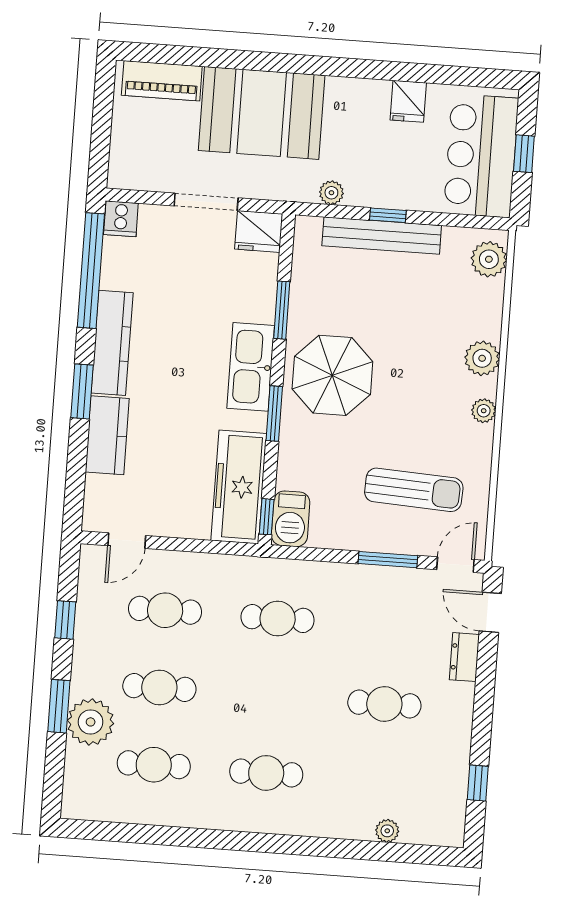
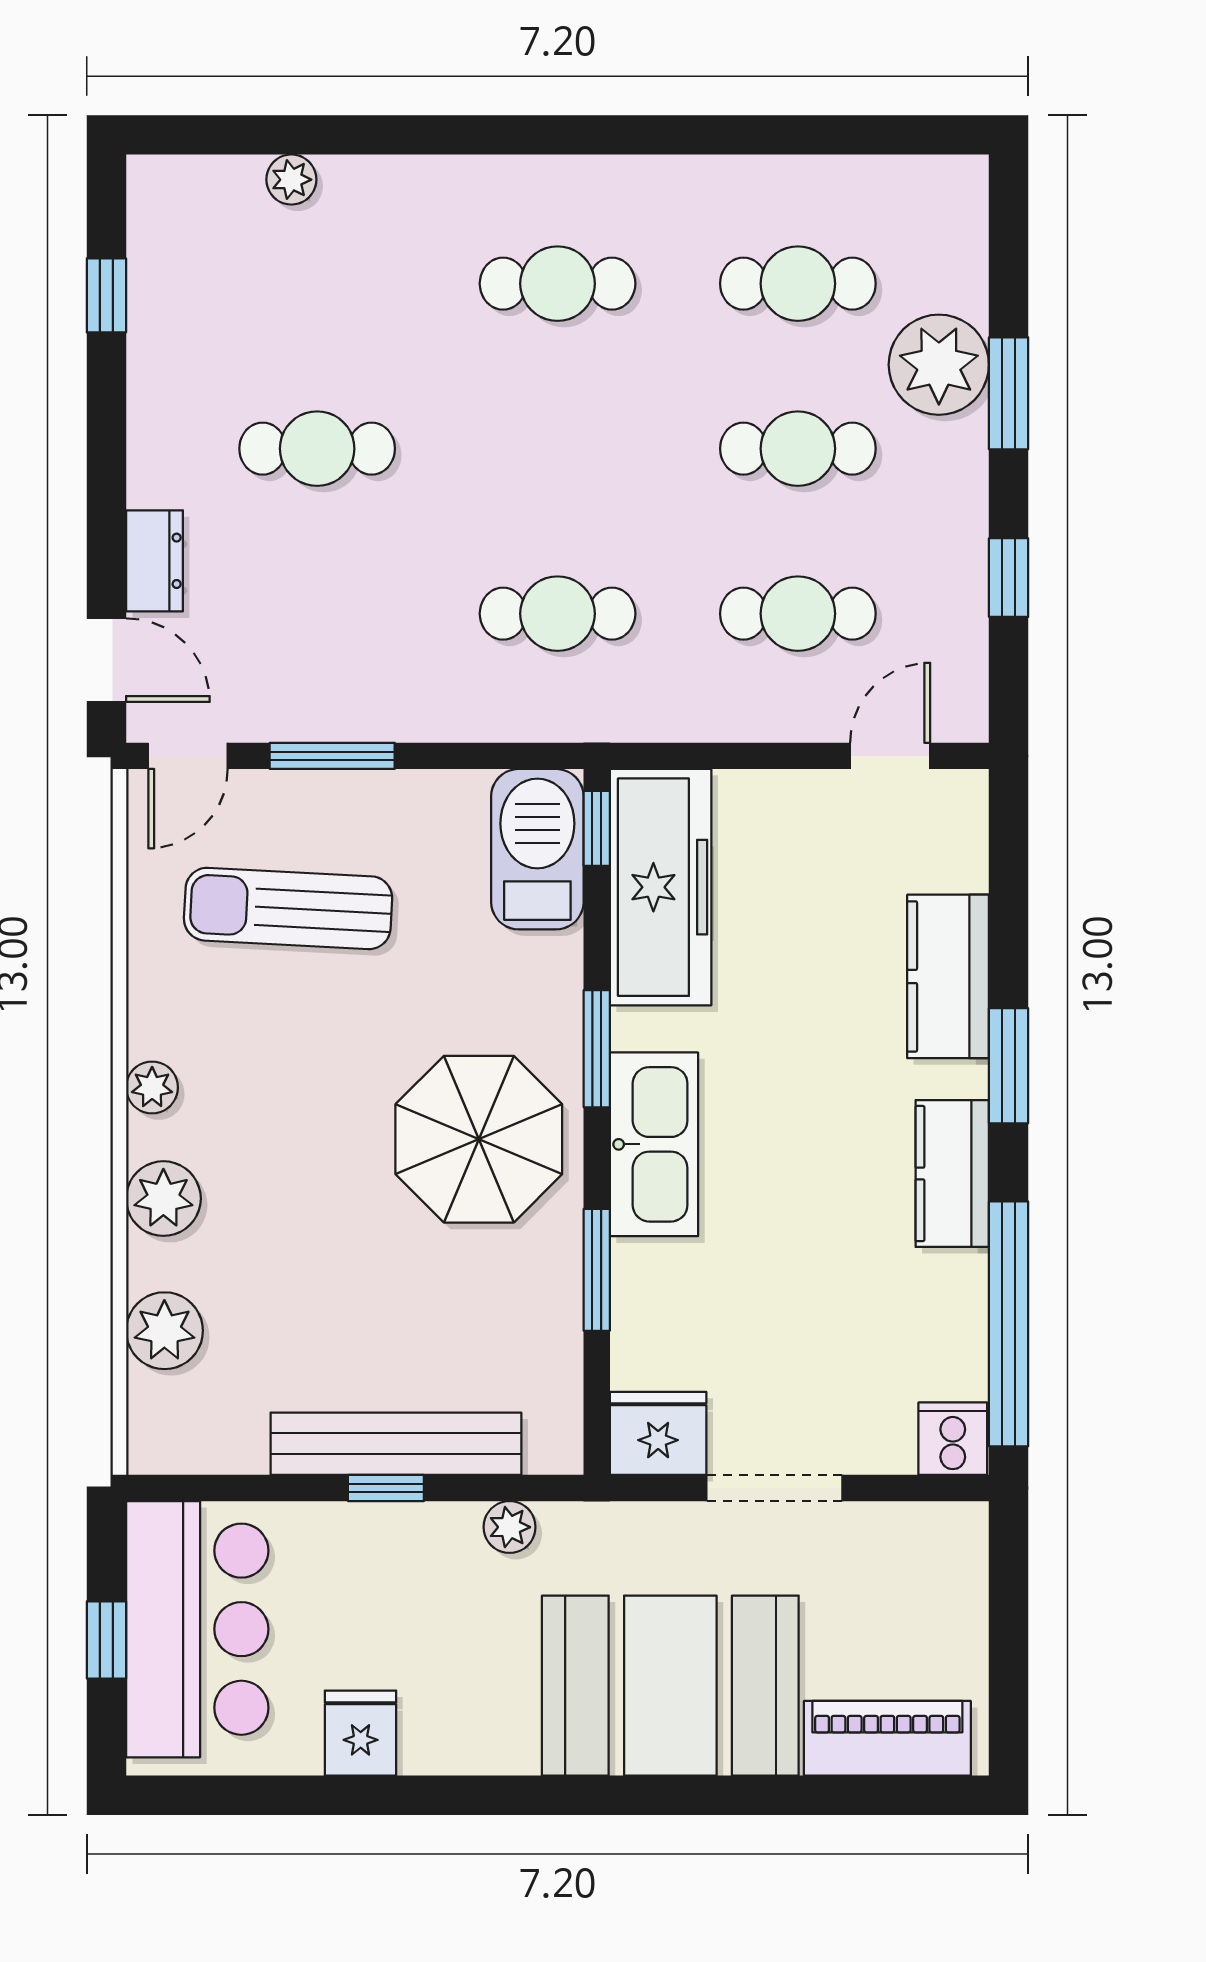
plant: (489, 259) -> (164, 1331), moved
kitchen counter: (112, 343) -> (952, 1174), width x0.67
barbecue: (291, 519) -> (537, 849), width x1.37, depth x1.21

